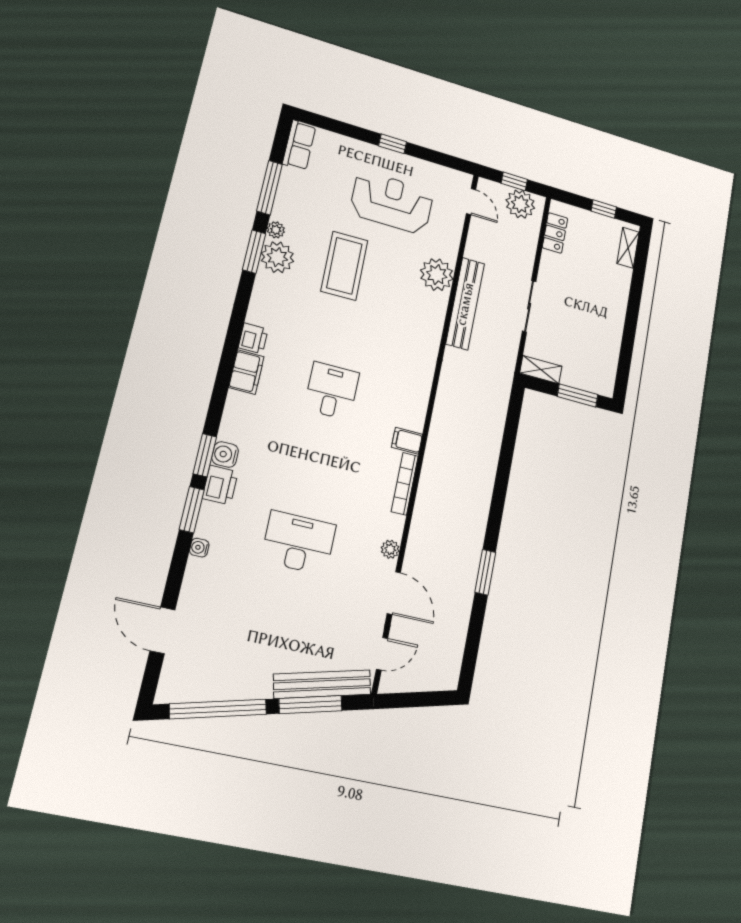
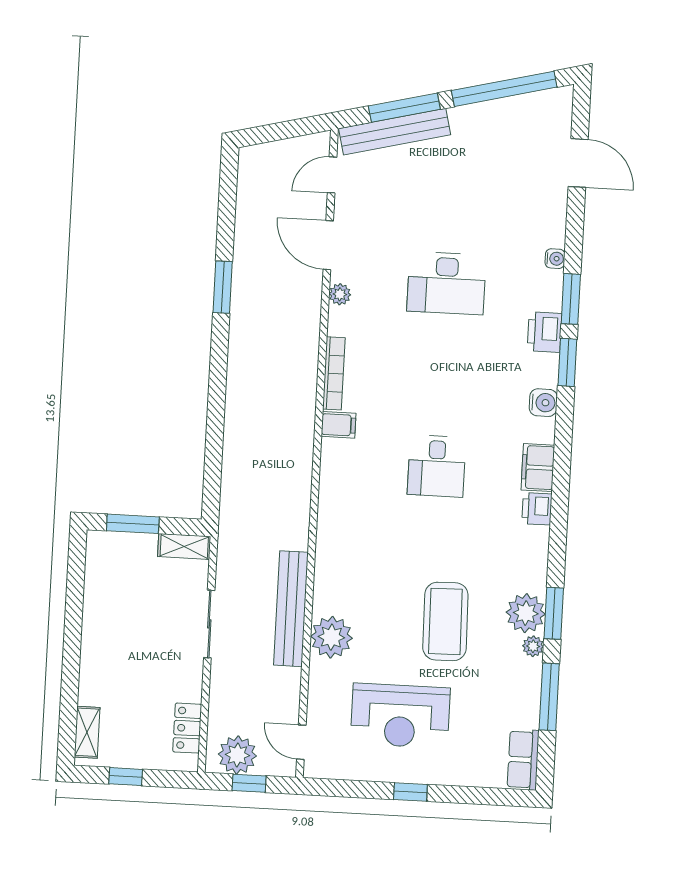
water cooler: (225, 454) -> (543, 403), moved

